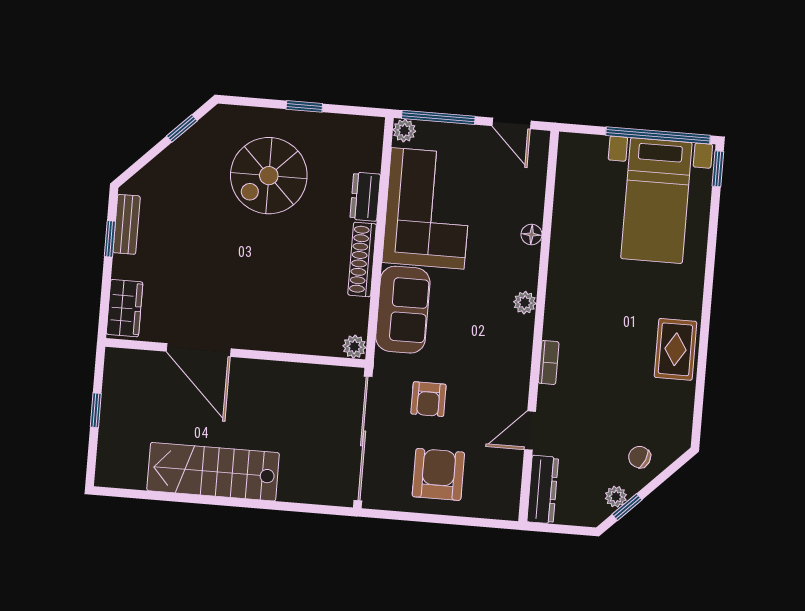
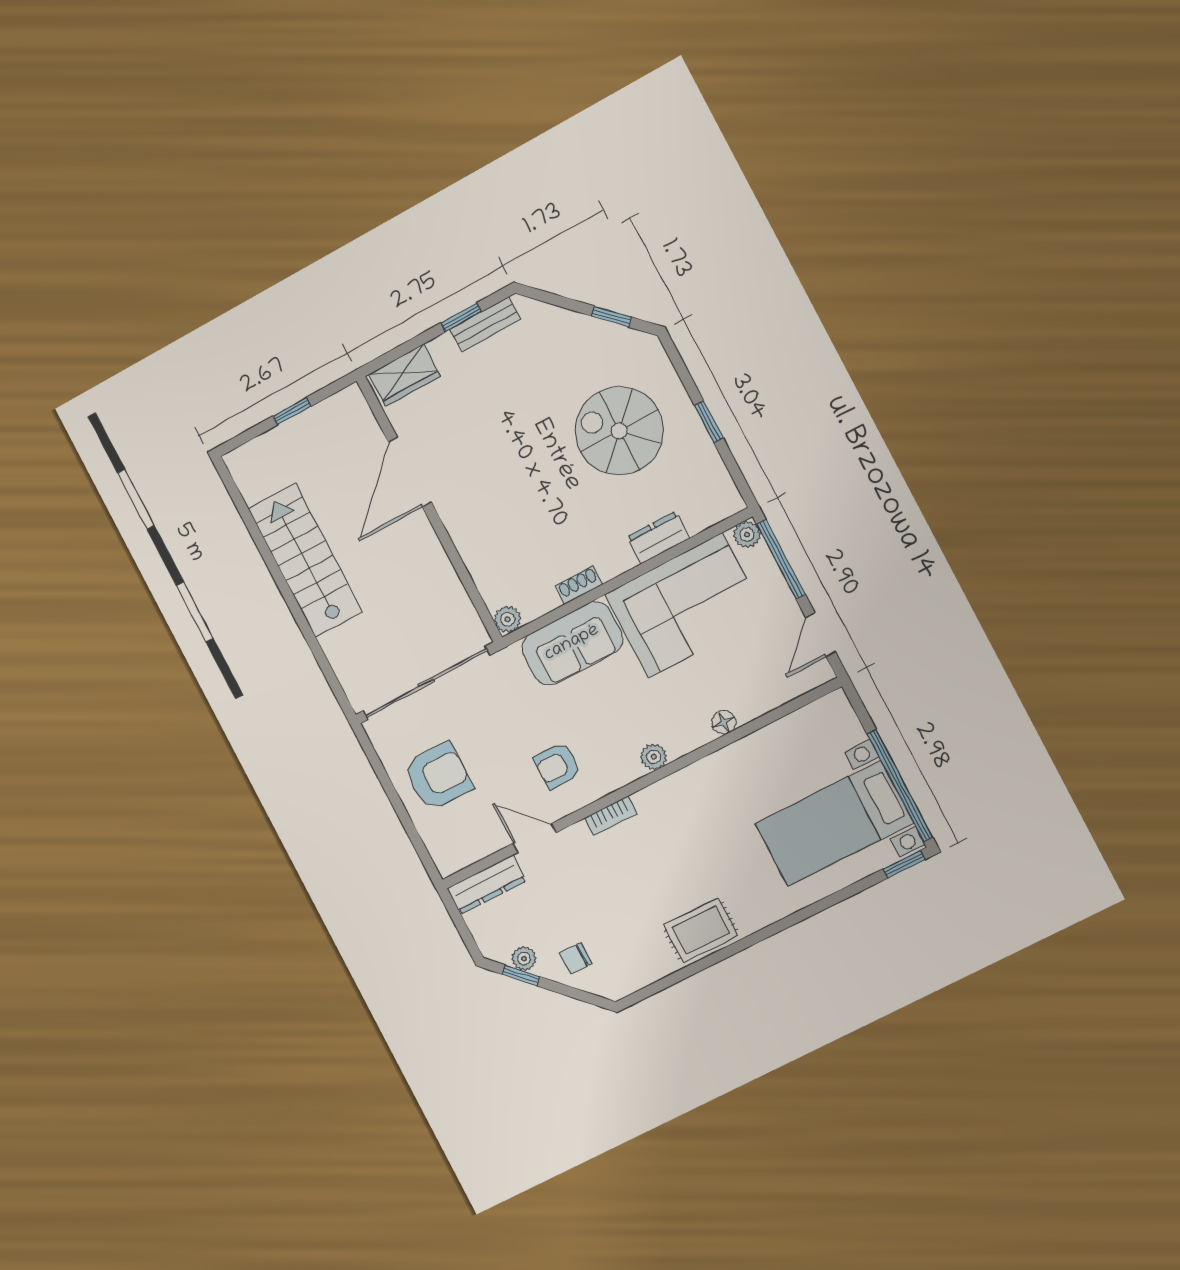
shoe rack: (362, 259) -> (579, 585), width x0.51, depth x0.81
armchair: (428, 399) -> (557, 766), moved
chair: (640, 457) -> (576, 958), turned -113

